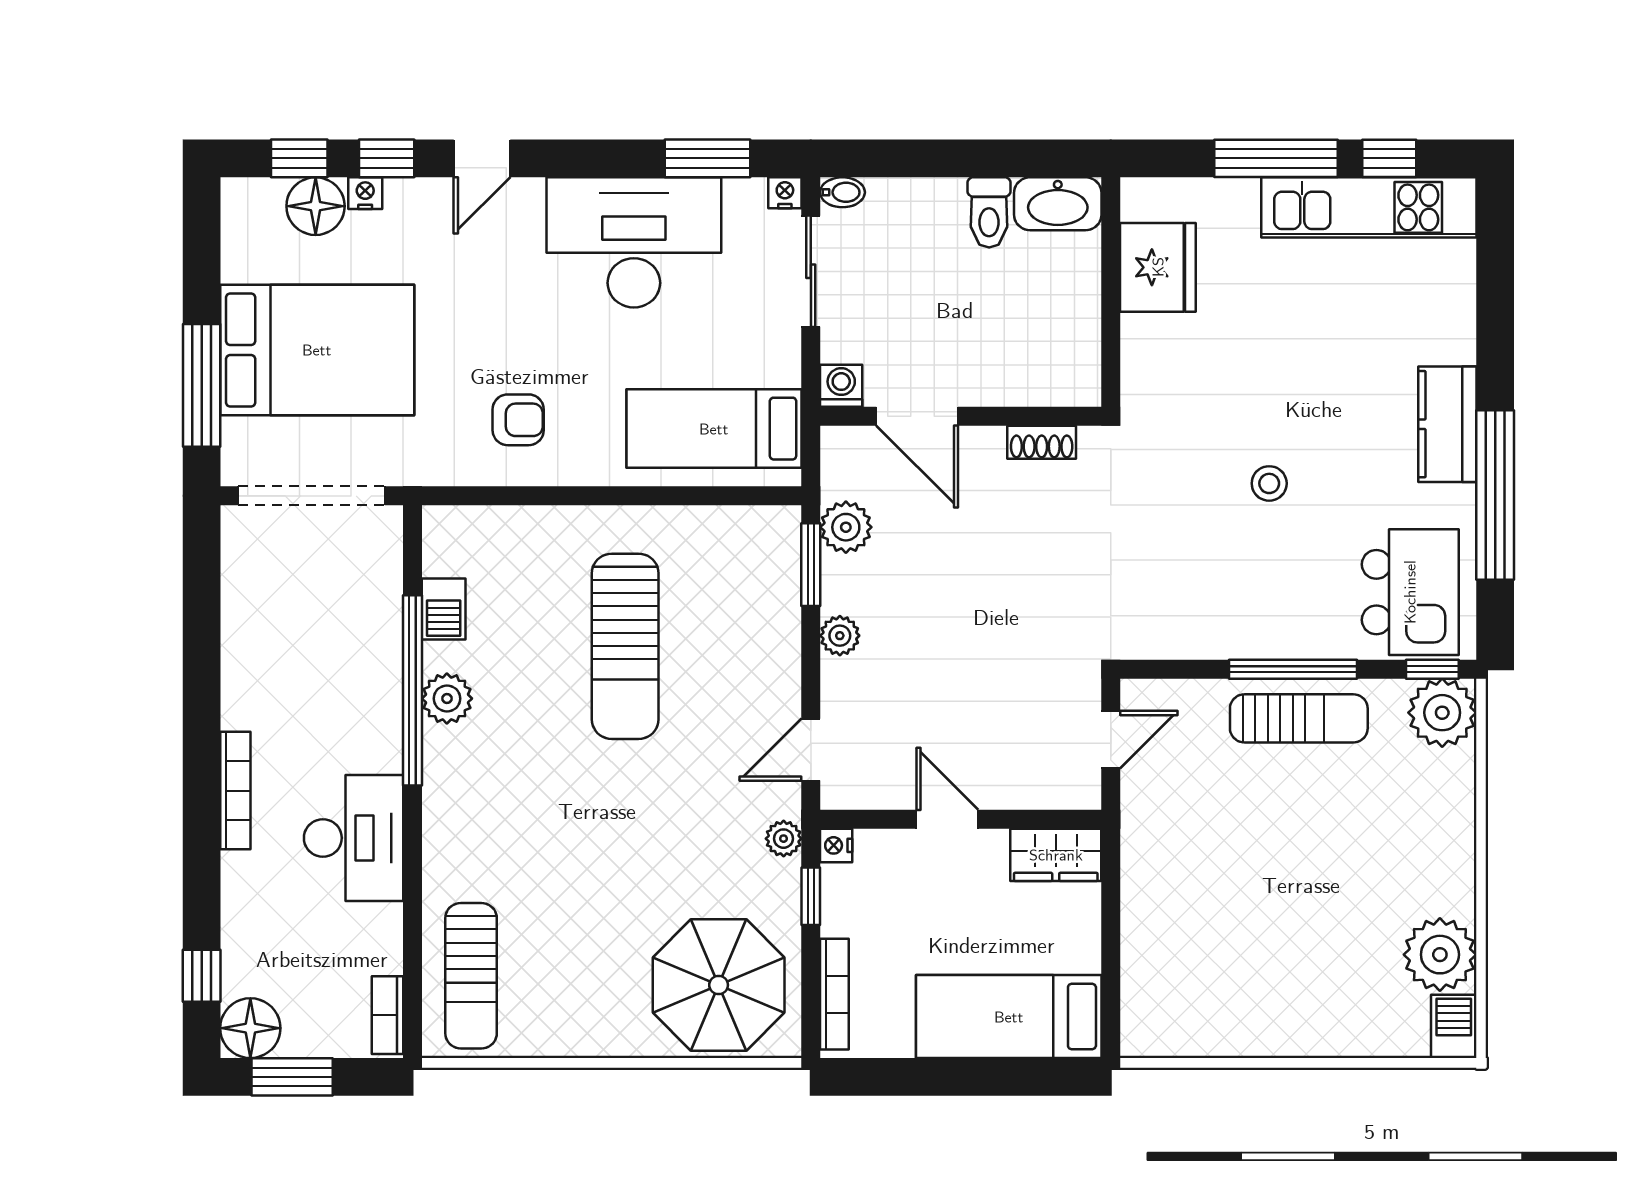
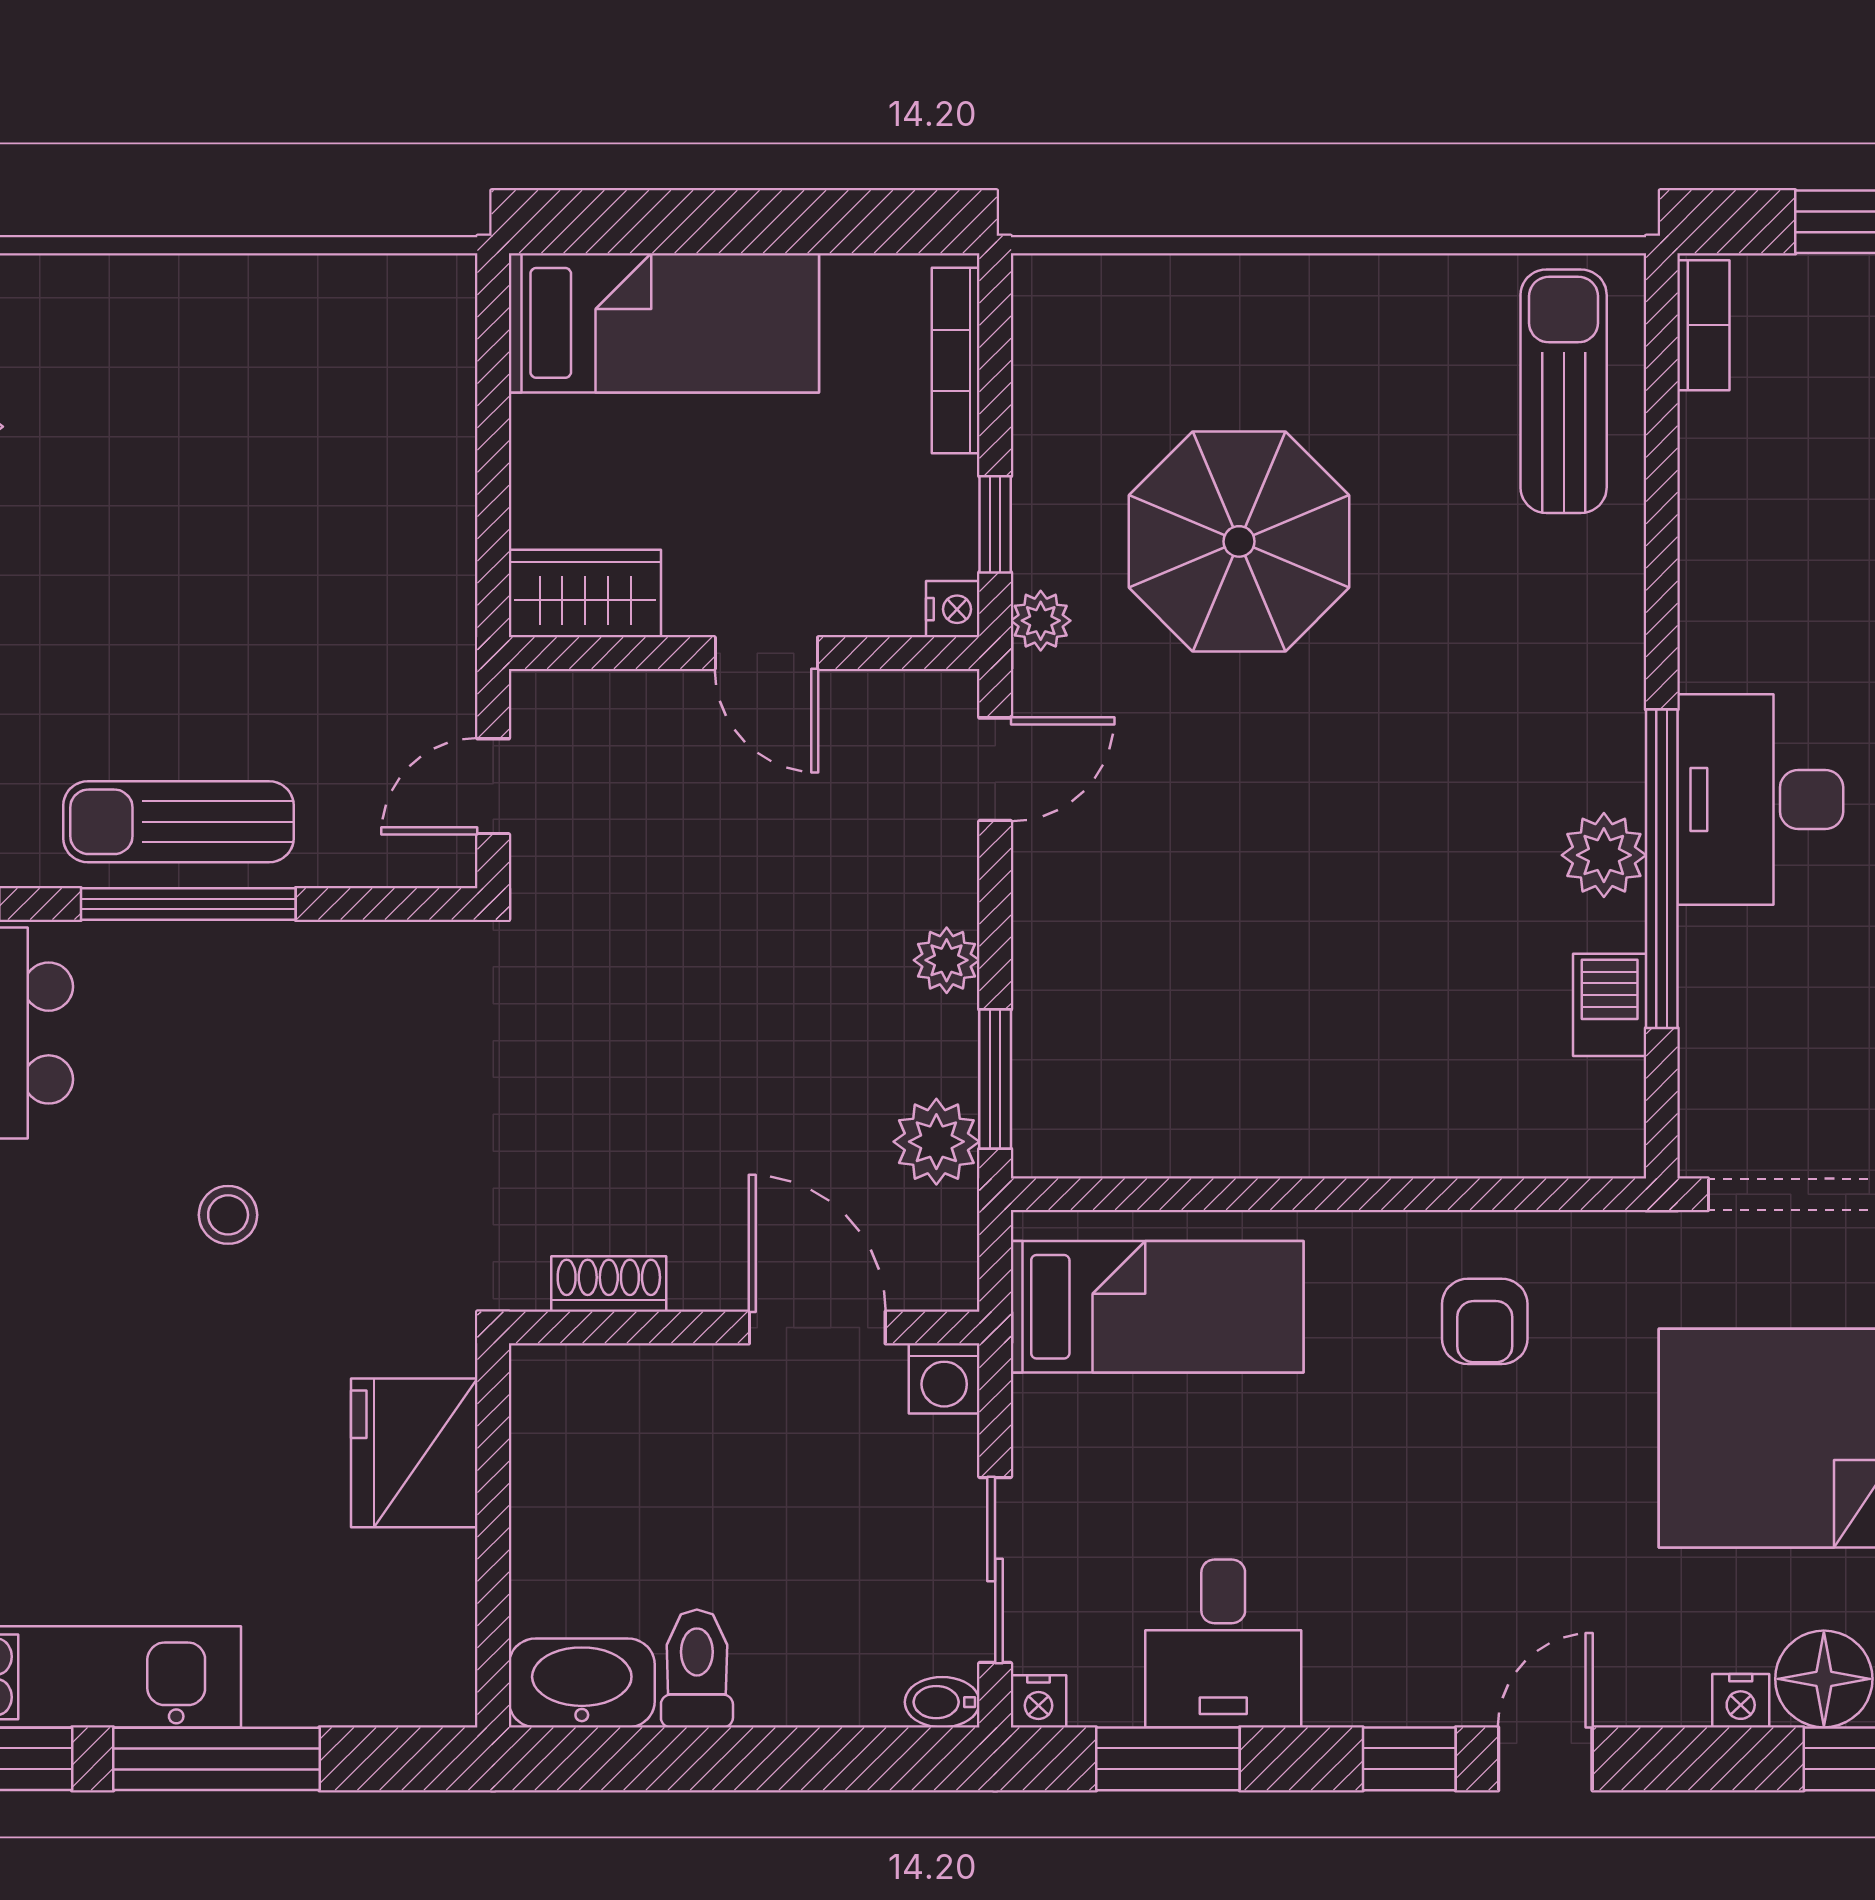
window: (387, 158) -> (1409, 1759), moved
desk: (634, 242) -> (1223, 1643), width x0.53, depth x0.77
fridge: (1158, 267) -> (414, 1453), moved
armchair: (518, 420) -> (1485, 1321), turned -90
sun lounger: (625, 646) -> (1306, 942), removed
desk: (354, 838) -> (1760, 800), moved
parasol: (719, 985) -> (1239, 541), moved

